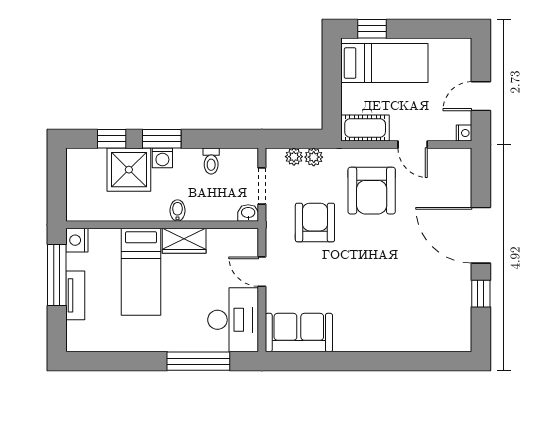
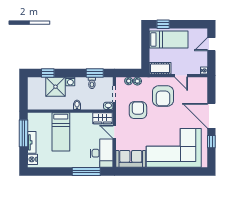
door: (481, 96) -> (211, 44), moved
window: (162, 139) -> (95, 73), moved
nightstand: (77, 240) -> (32, 159), moved
wardrobe: (184, 241) -> (103, 118), moved
corner sofa: (396, 308) -> (174, 148), added

